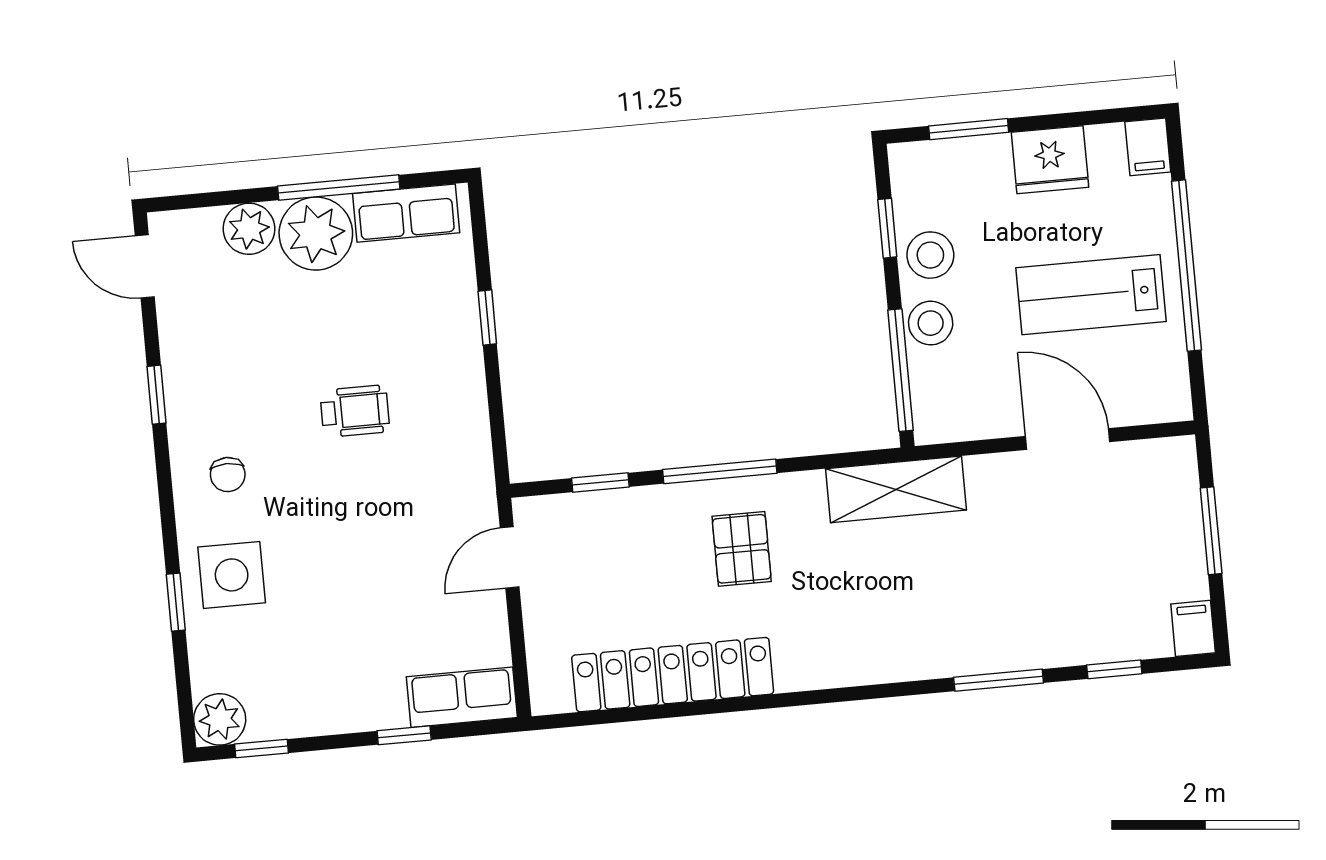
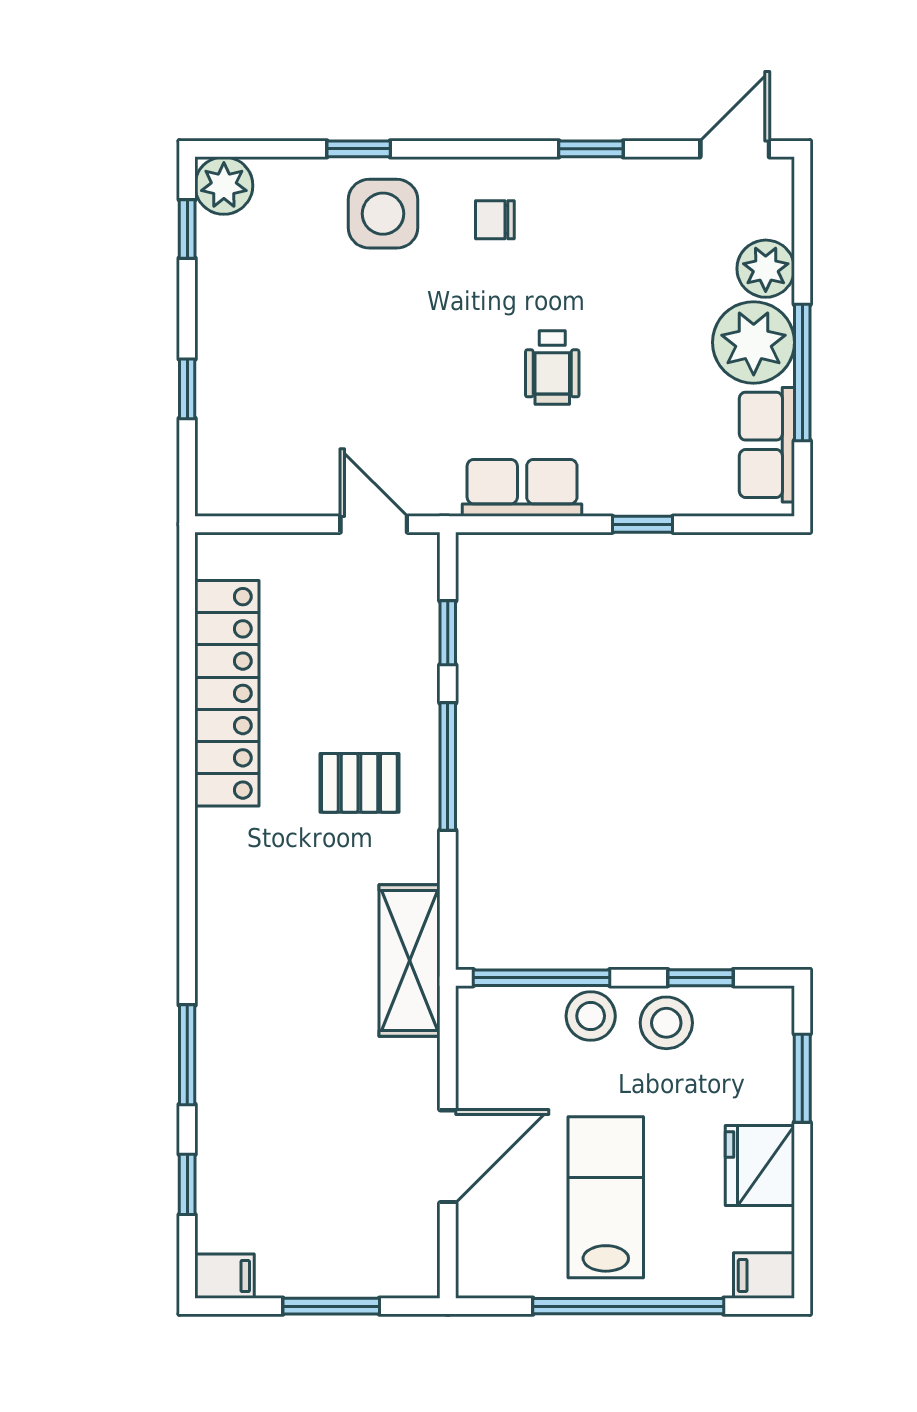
row of seats: (462, 697) -> (522, 488), moved, turned -90

